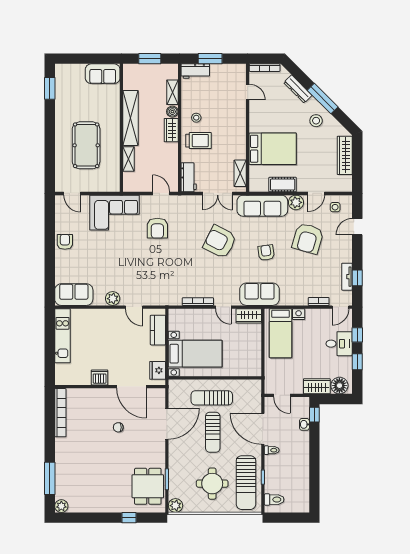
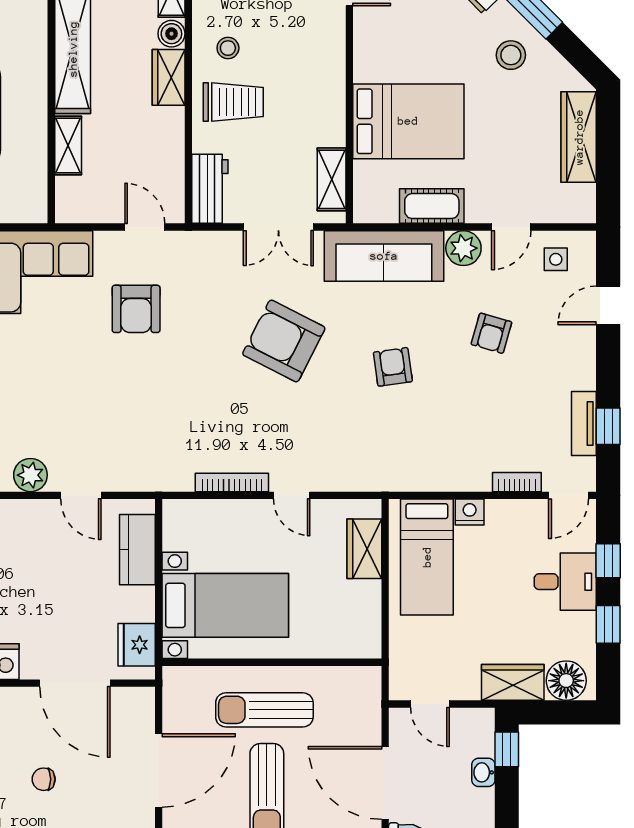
armchair: (308, 238) -> (491, 333), width x0.53, depth x0.53
sofa: (259, 294) -> (377, 465), removed
wardrobe: (249, 316) -> (364, 549), moved, turned 90

